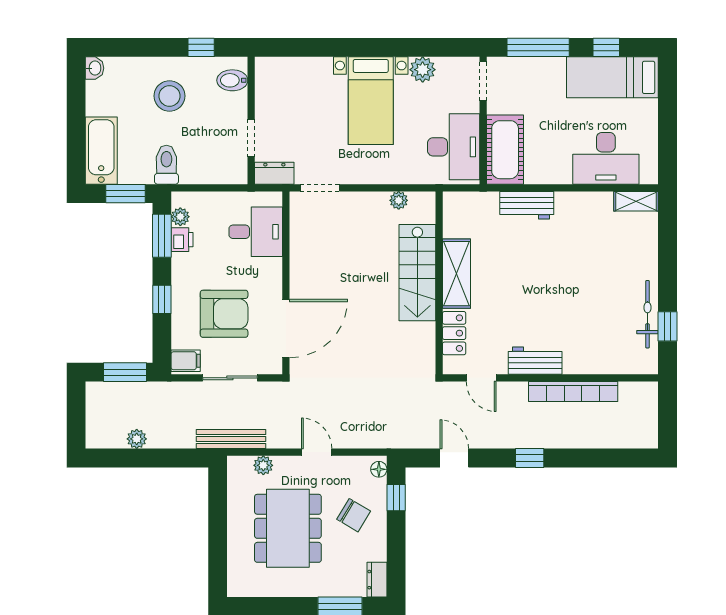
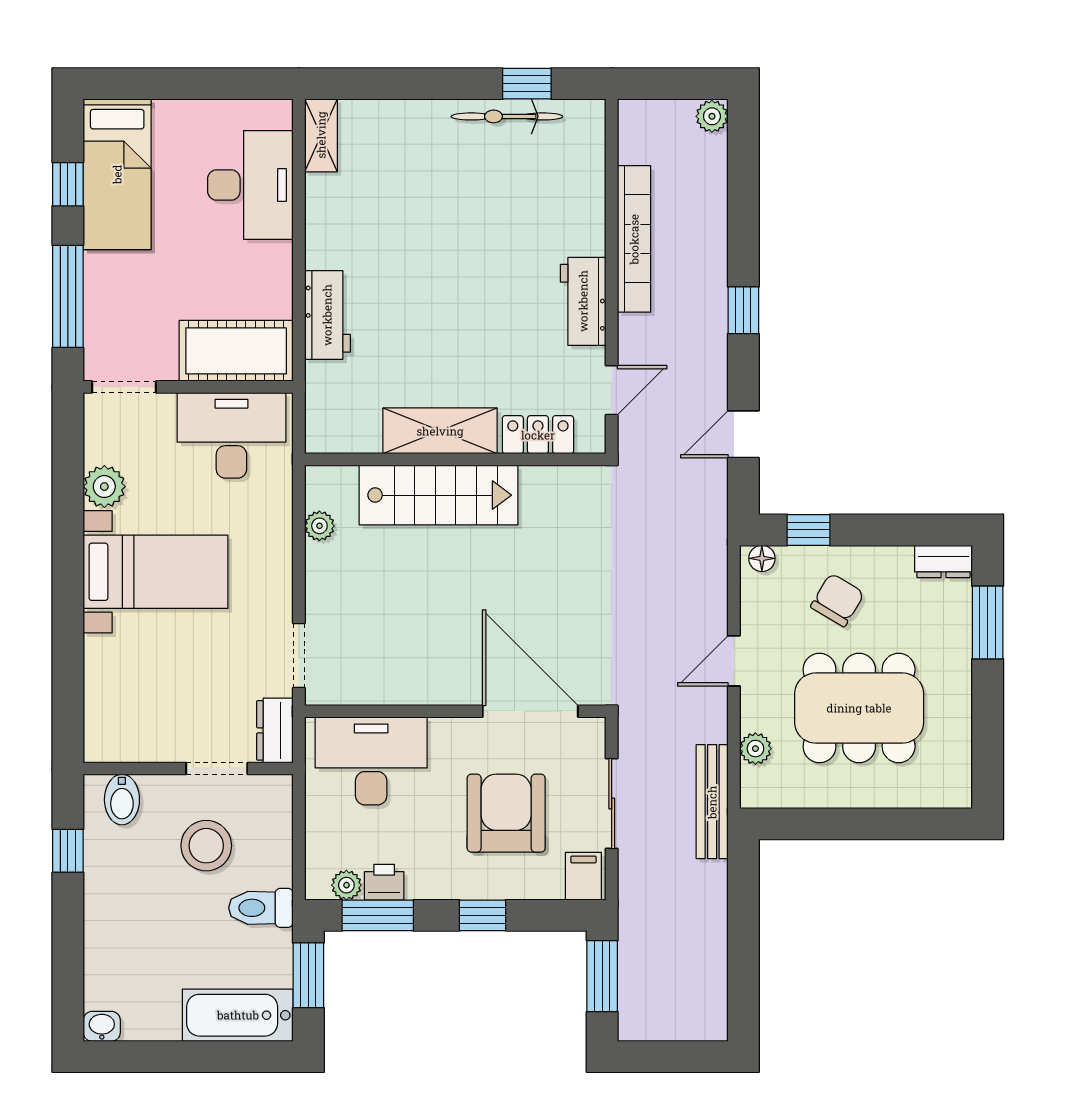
stool: (169, 96) -> (206, 846), moved
desk: (256, 232) -> (371, 761), width x1.37
plant: (137, 439) -> (712, 116), moved

